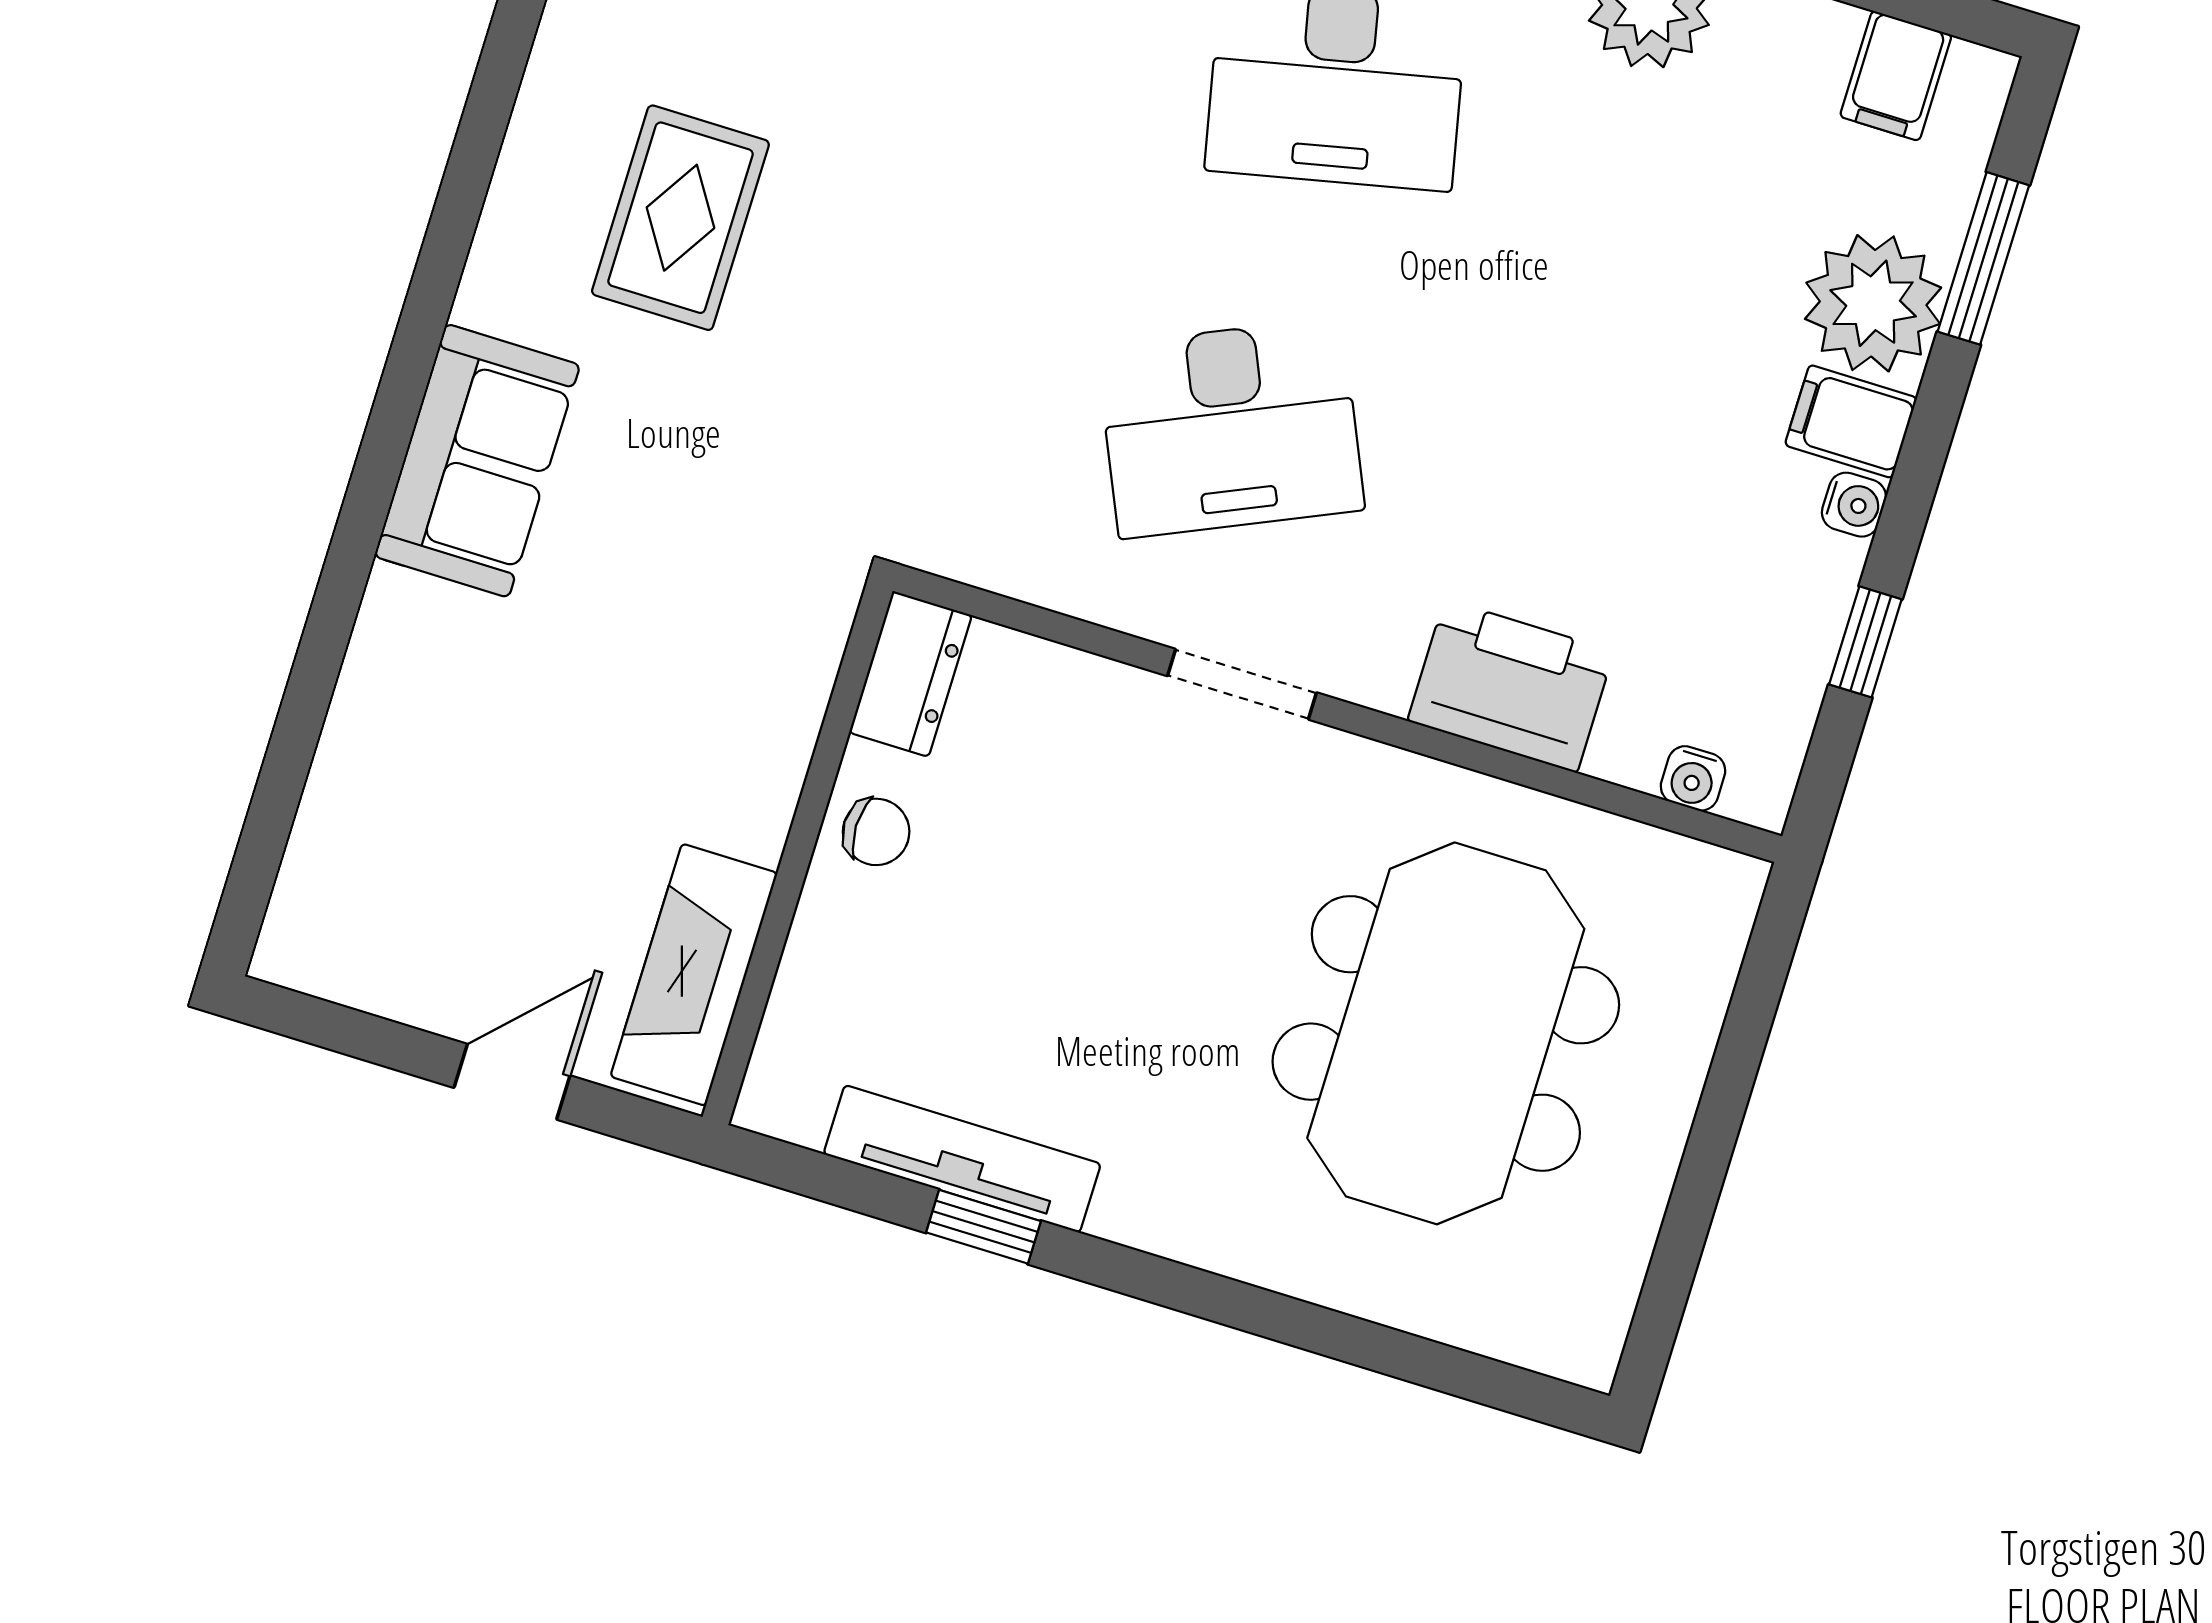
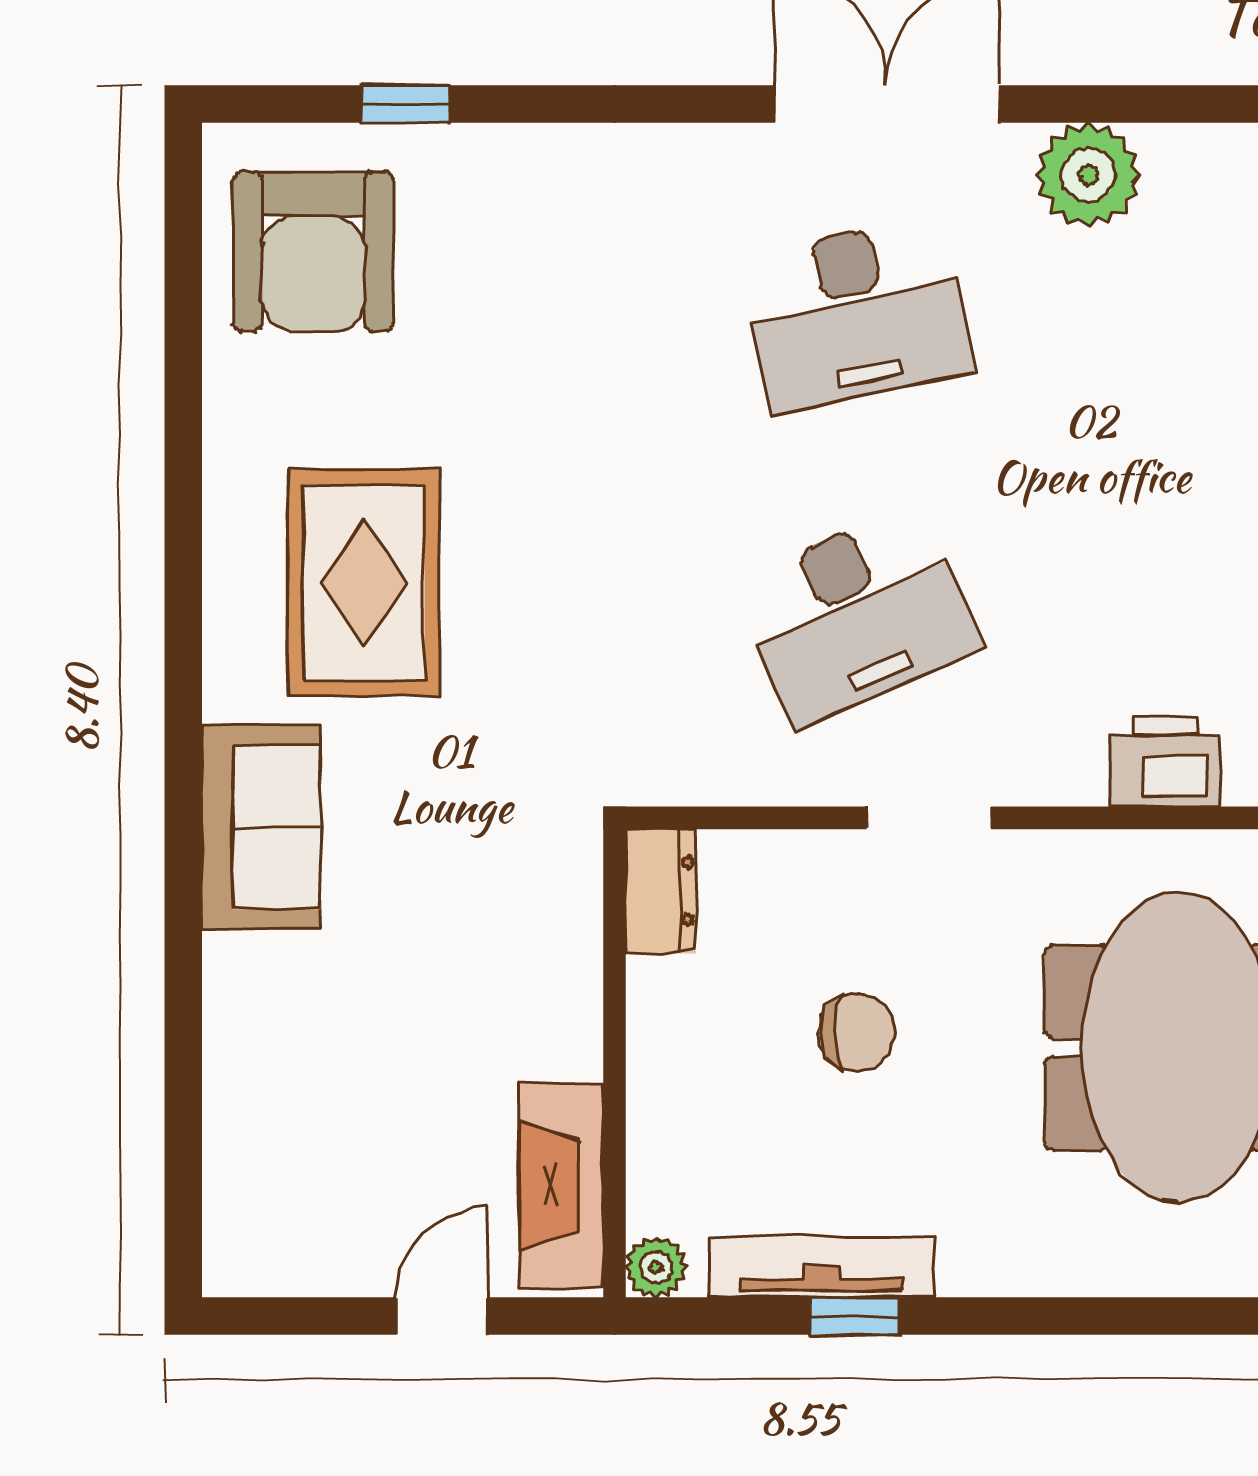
rug: (680, 218) -> (364, 582), width x1.36, depth x1.43
printer: (1511, 686) -> (1165, 762), width x0.73, depth x0.84
chair: (876, 832) -> (857, 1032), moved, width x1.37, depth x1.37
plant: (773, 1101) -> (656, 1267), added

